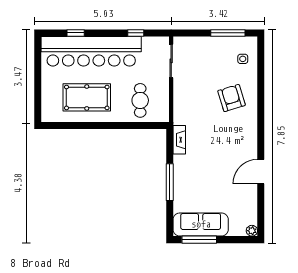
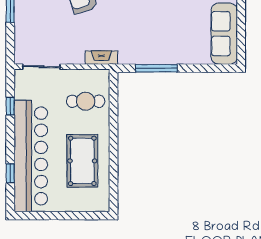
fireplace: (179, 140) -> (101, 58), moved
window: (170, 182) -> (156, 68), moved
window: (199, 240) -> (241, 35), removed

